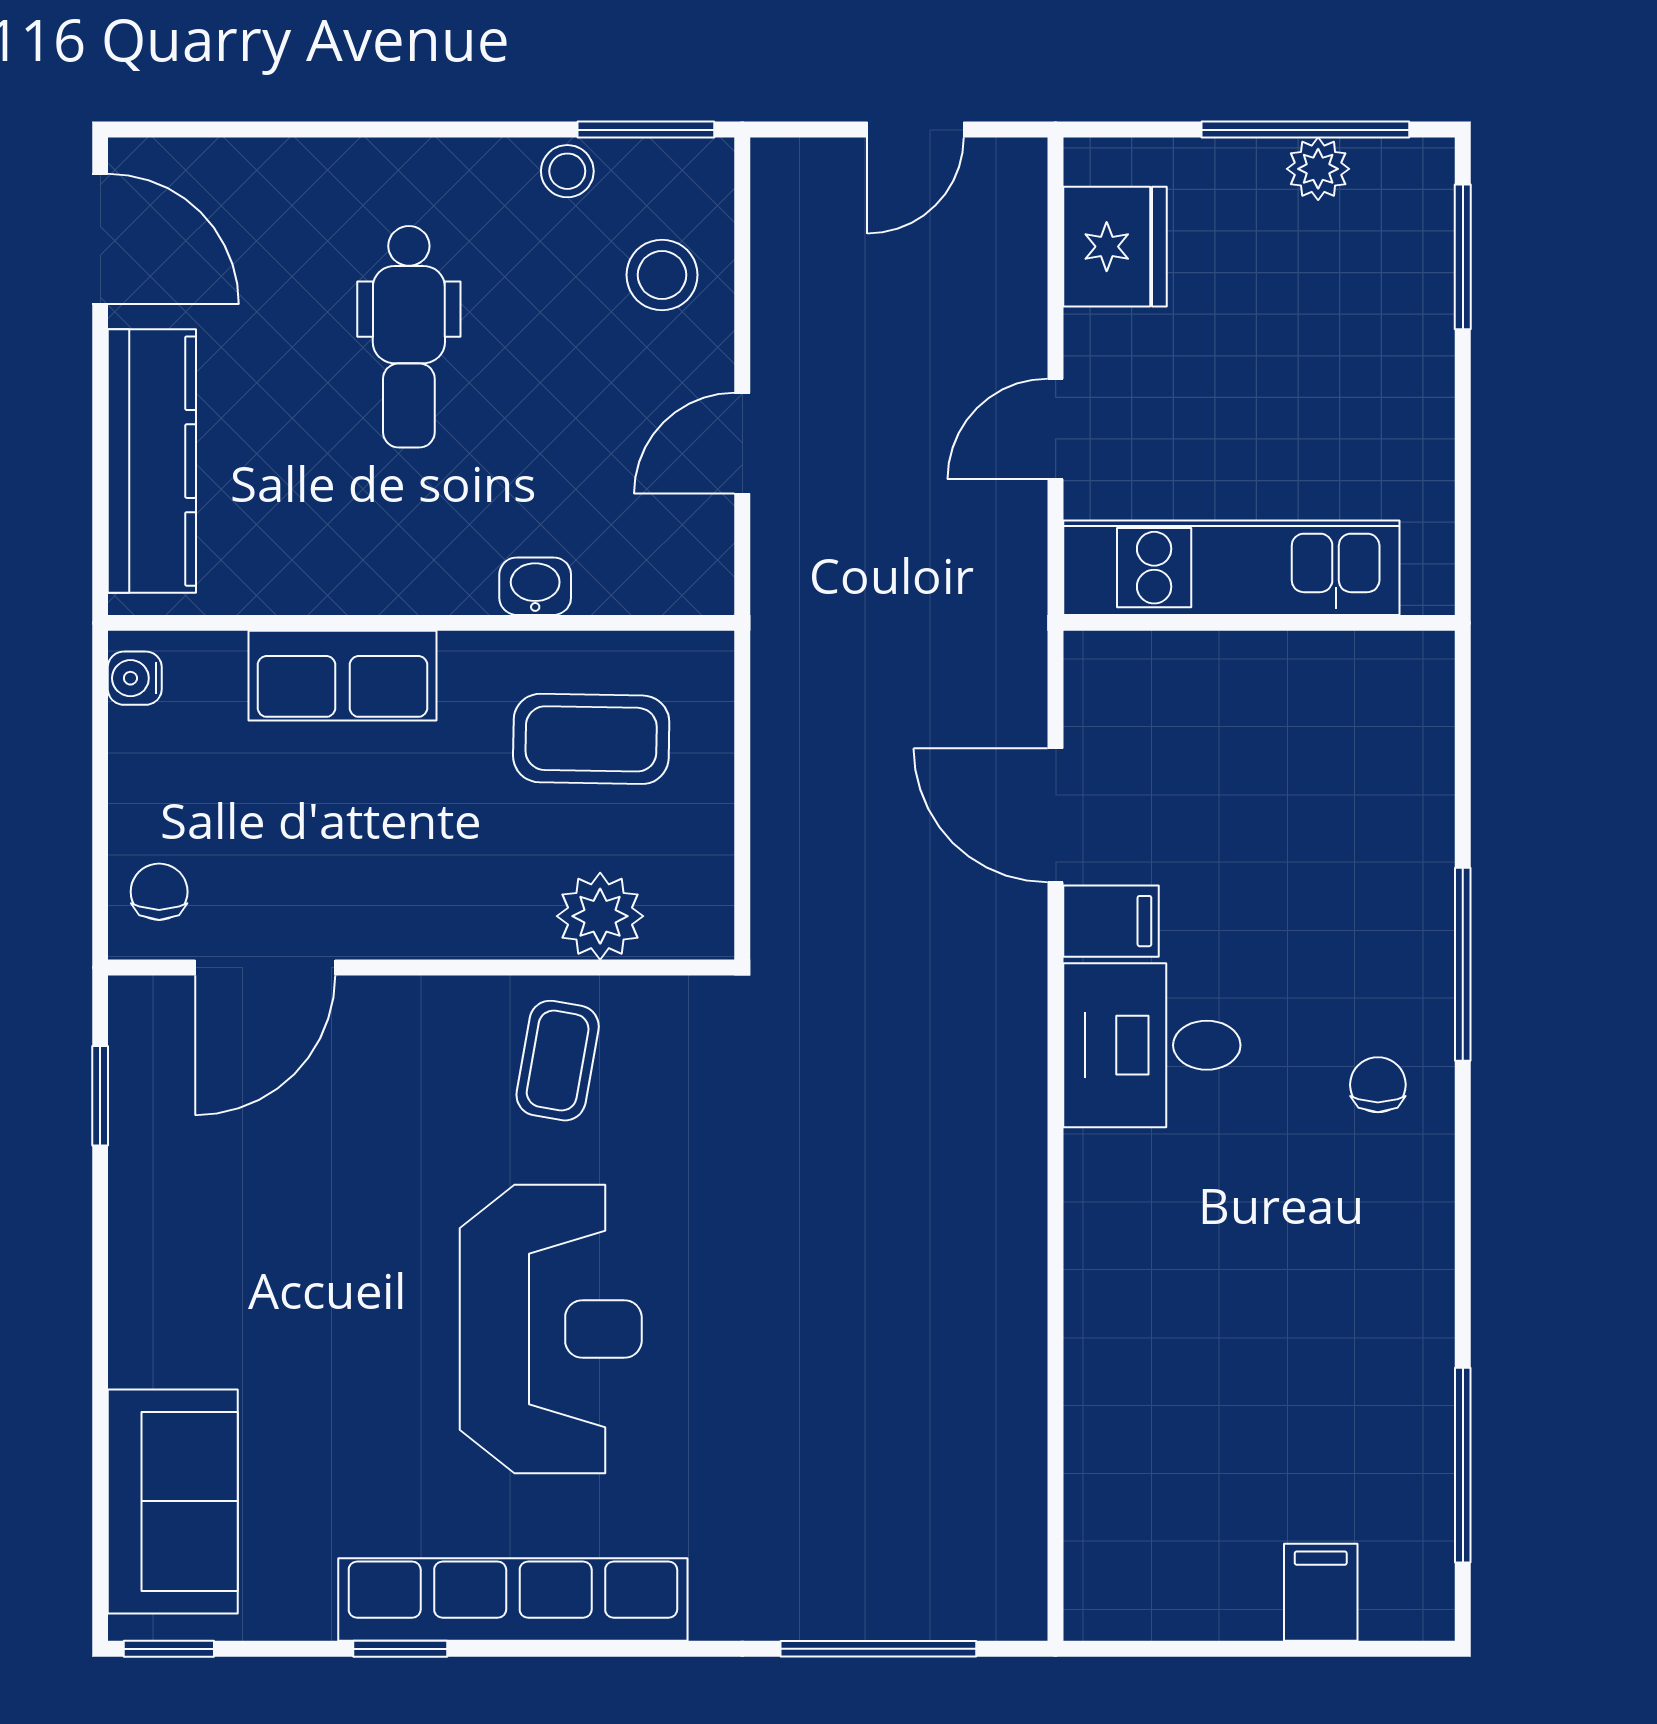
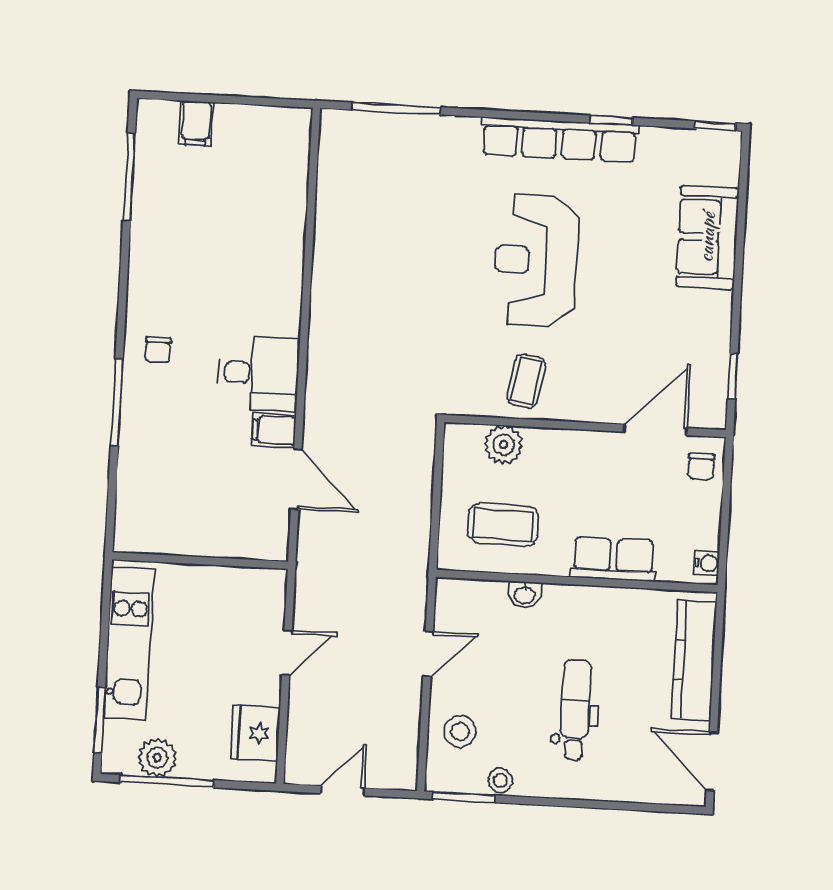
plant: (1318, 169) -> (157, 758), width x1.38, depth x1.38
kitchen unit: (1231, 568) -> (129, 644), moved, turned -90
sofa: (173, 1501) -> (707, 237), moved

